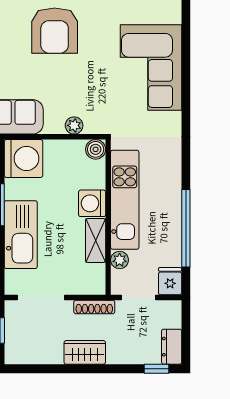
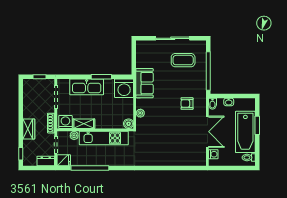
armchair: (55, 31) -> (187, 104), width x0.53, depth x0.53
corner sofa: (151, 68) -> (169, 151), removed
washing machine: (92, 203) -> (65, 122), moved
dresser: (172, 347) -> (46, 161), moved
wardrobe: (85, 352) -> (29, 129), moved

